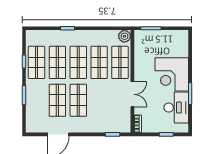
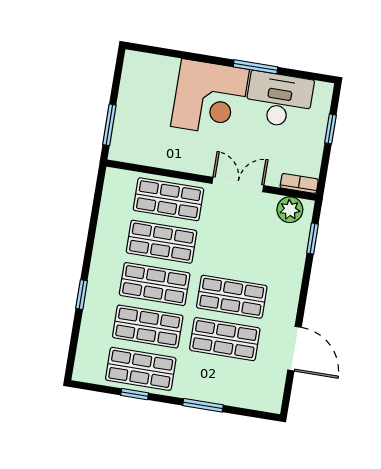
plant: (124, 36) -> (290, 210), moved

